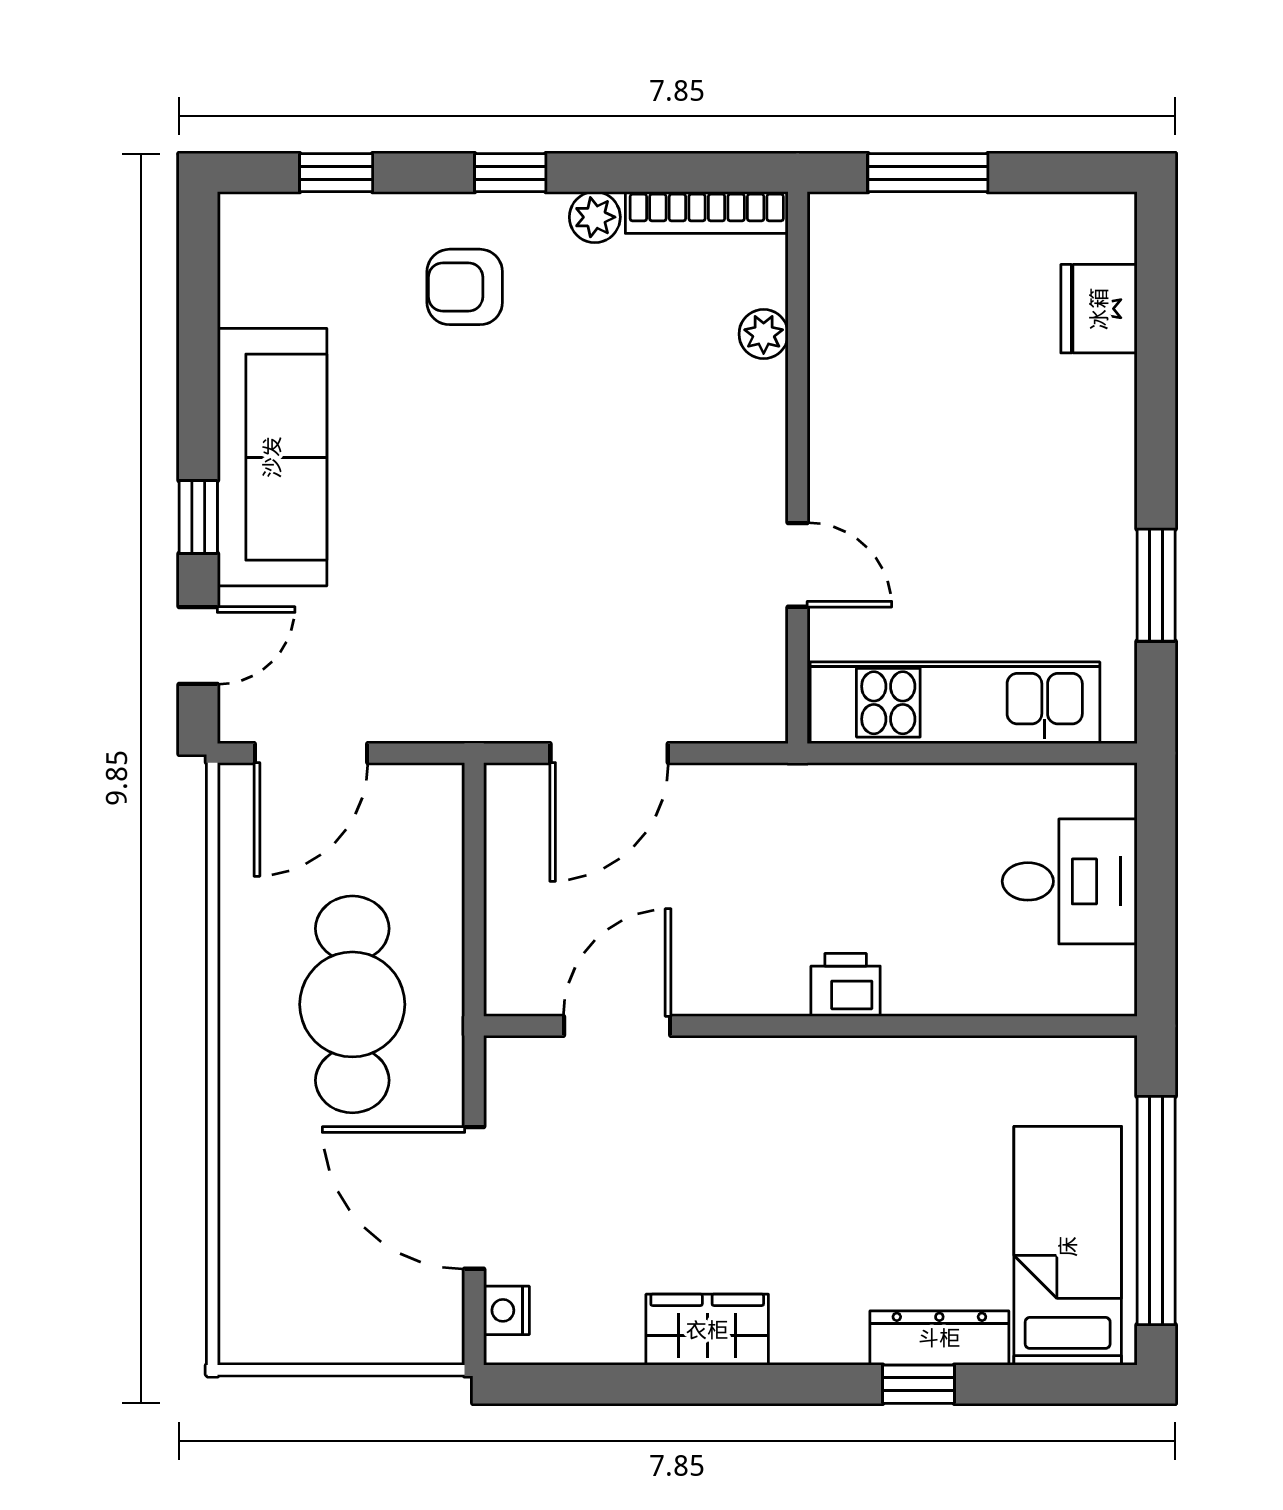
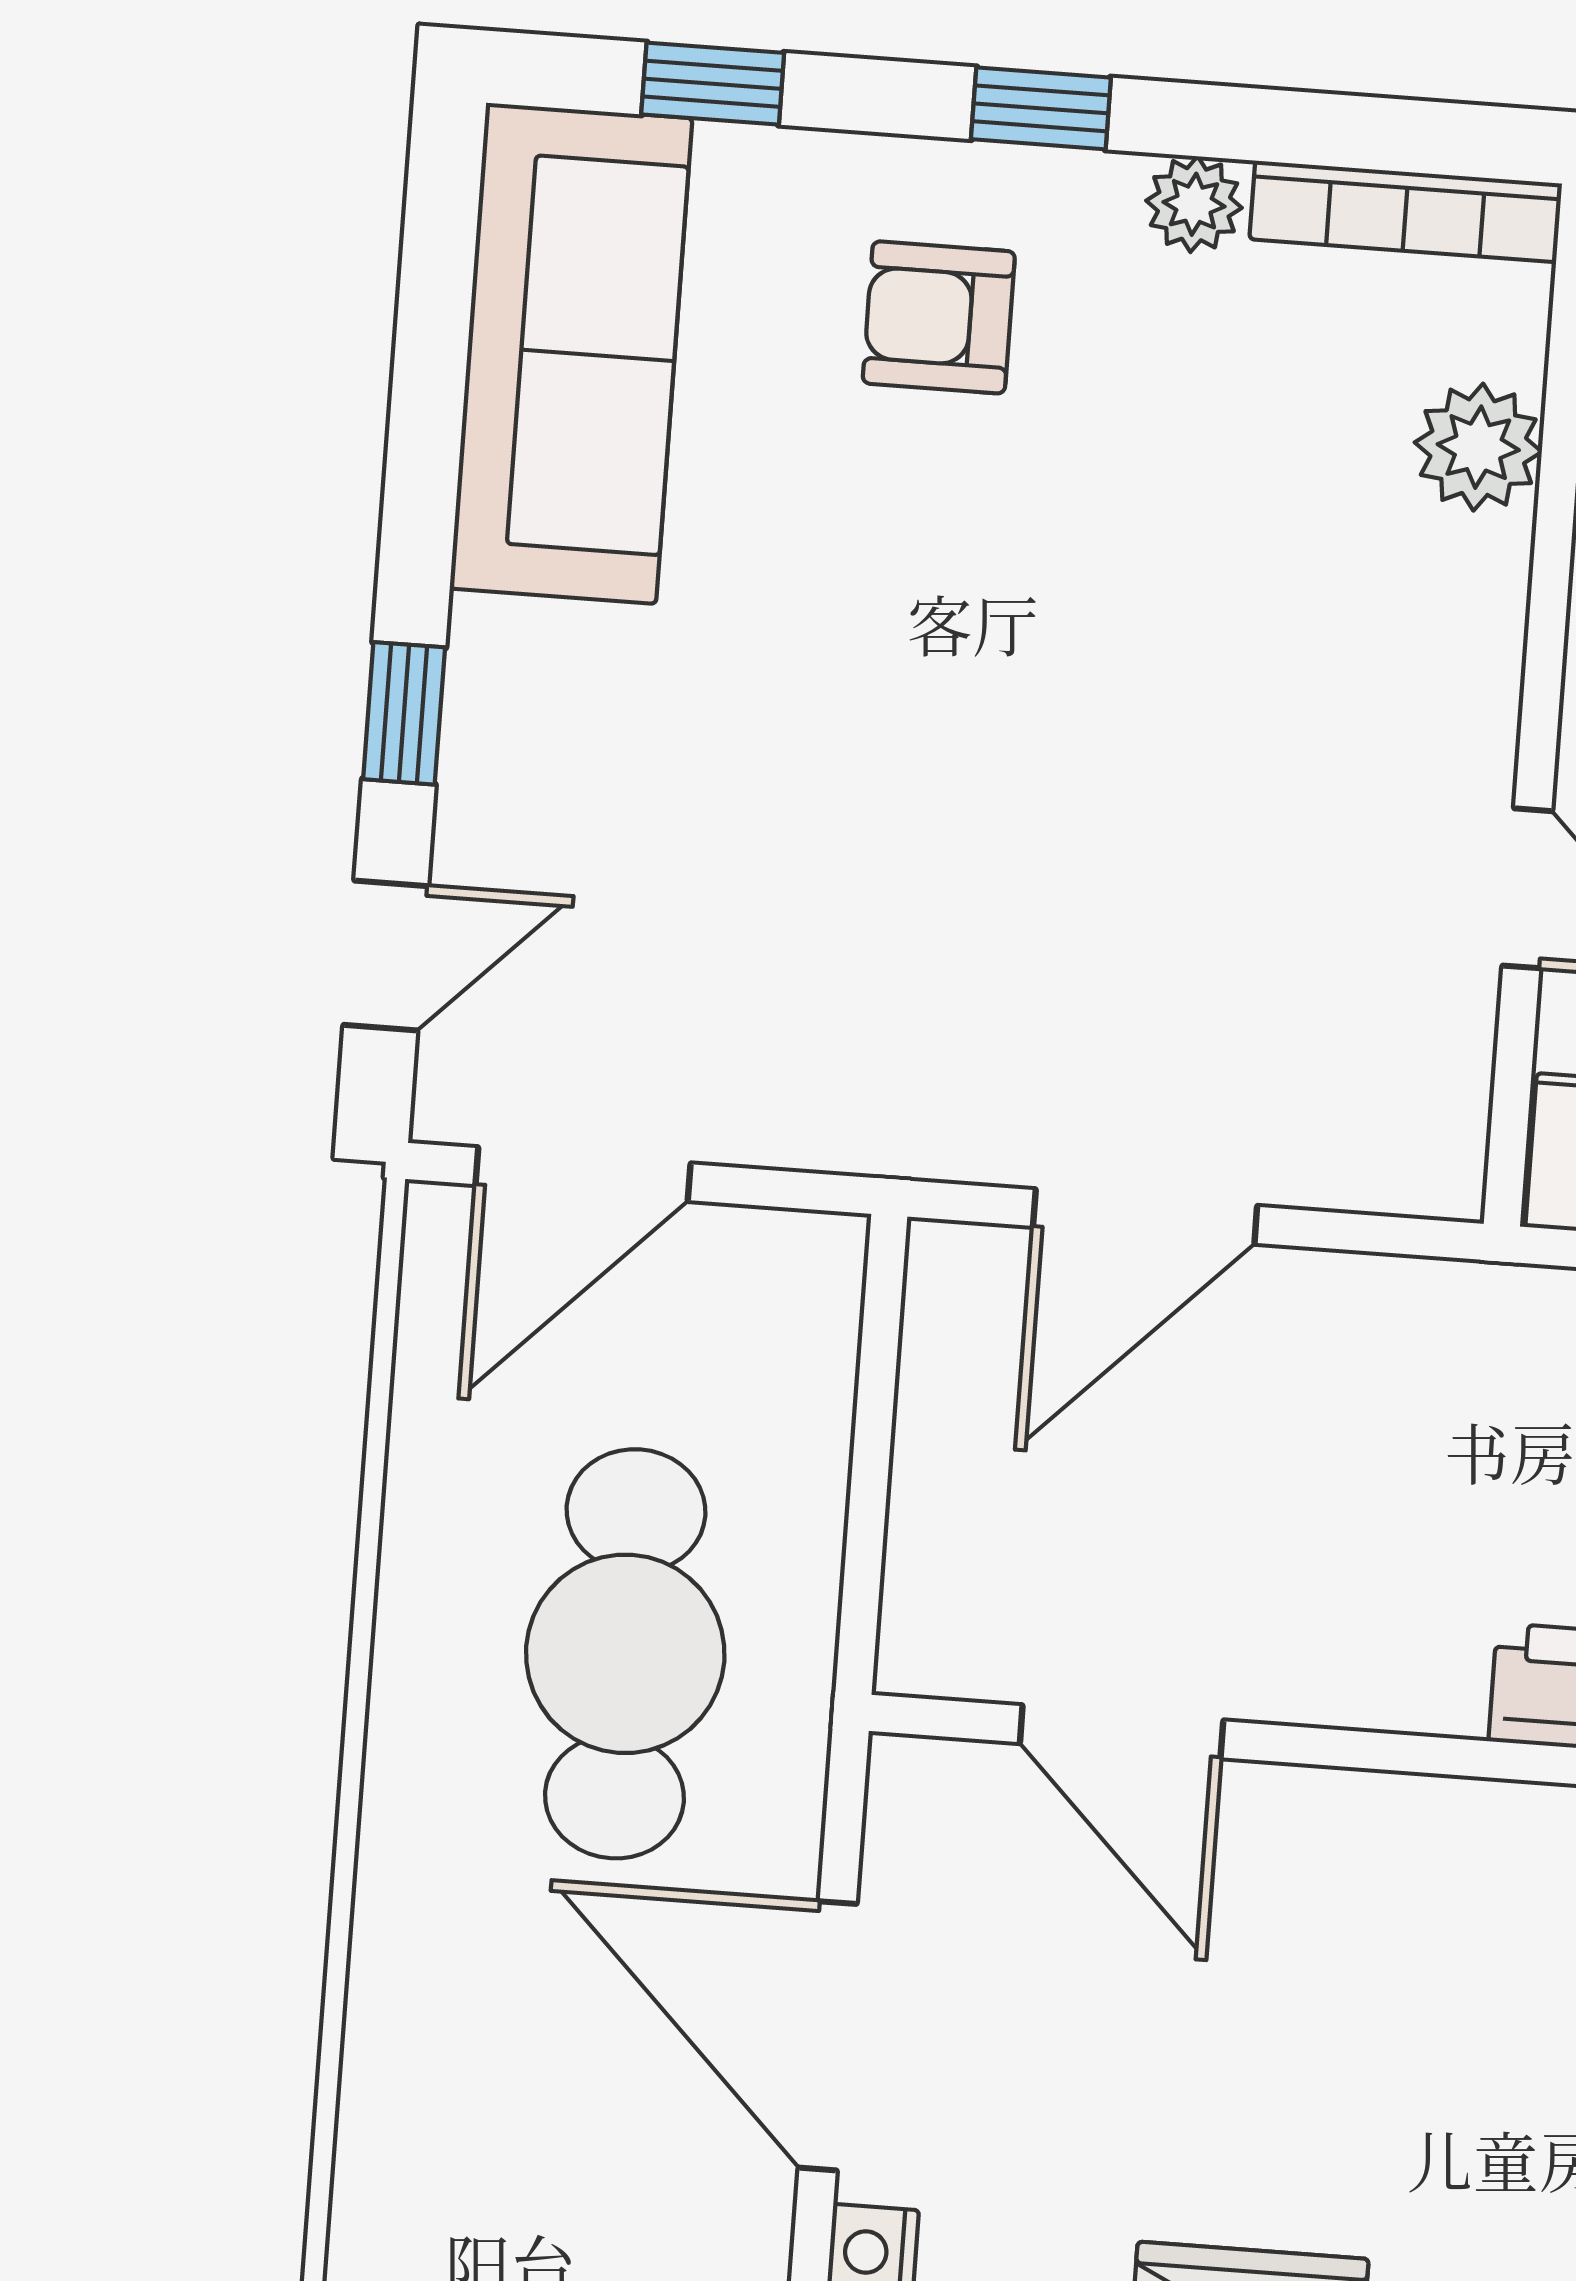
plant: (764, 334) -> (1478, 447), width x1.38, depth x1.38
sofa: (272, 457) -> (571, 353), moved
door: (617, 1026) -> (1122, 1732), swing flipped

